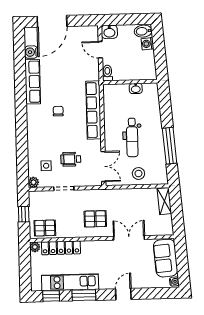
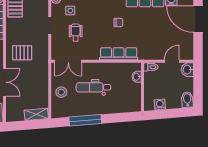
washing machine: (148, 44) -> (160, 104), moved
washbasin: (136, 88) -> (137, 77), moved
row of seats: (93, 110) -> (119, 54), width x0.73
pallet: (95, 219) -> (22, 53), turned 90

